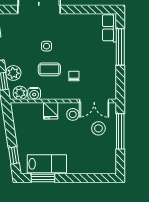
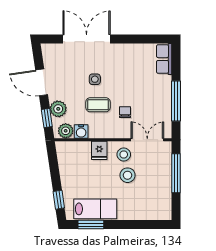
window: (120, 47) -> (176, 101), moved
double door: (94, 101) -> (147, 140), swing flipped
stool: (98, 128) -> (128, 175), moved

